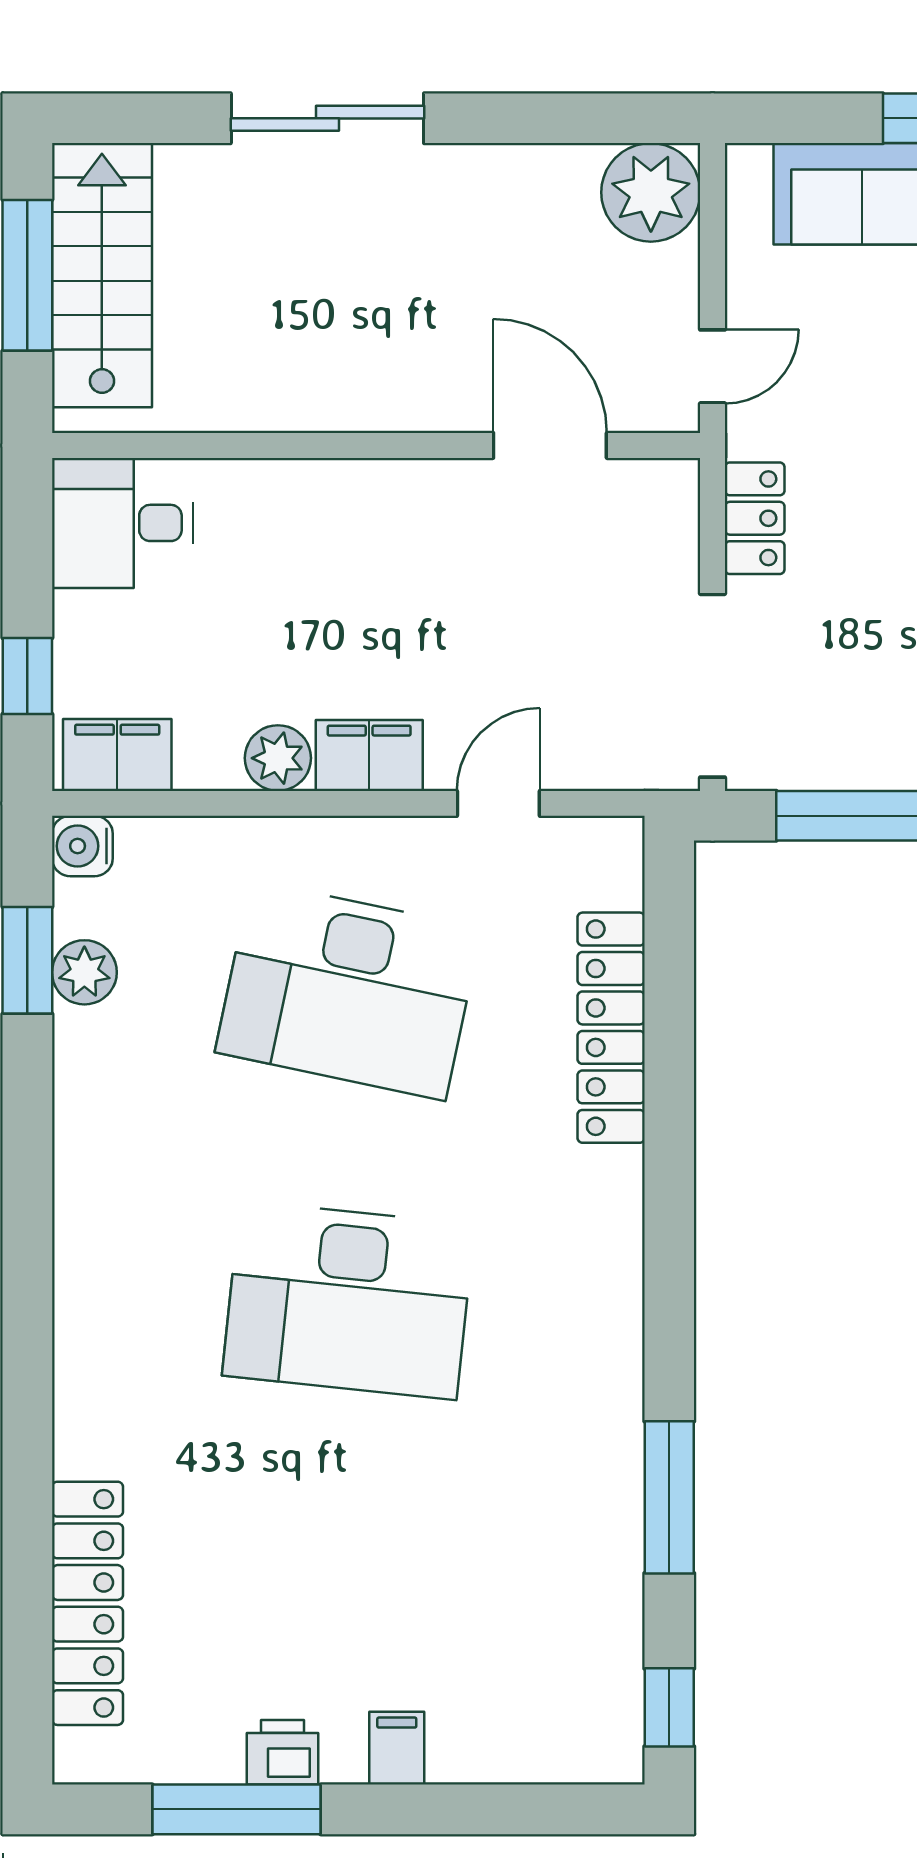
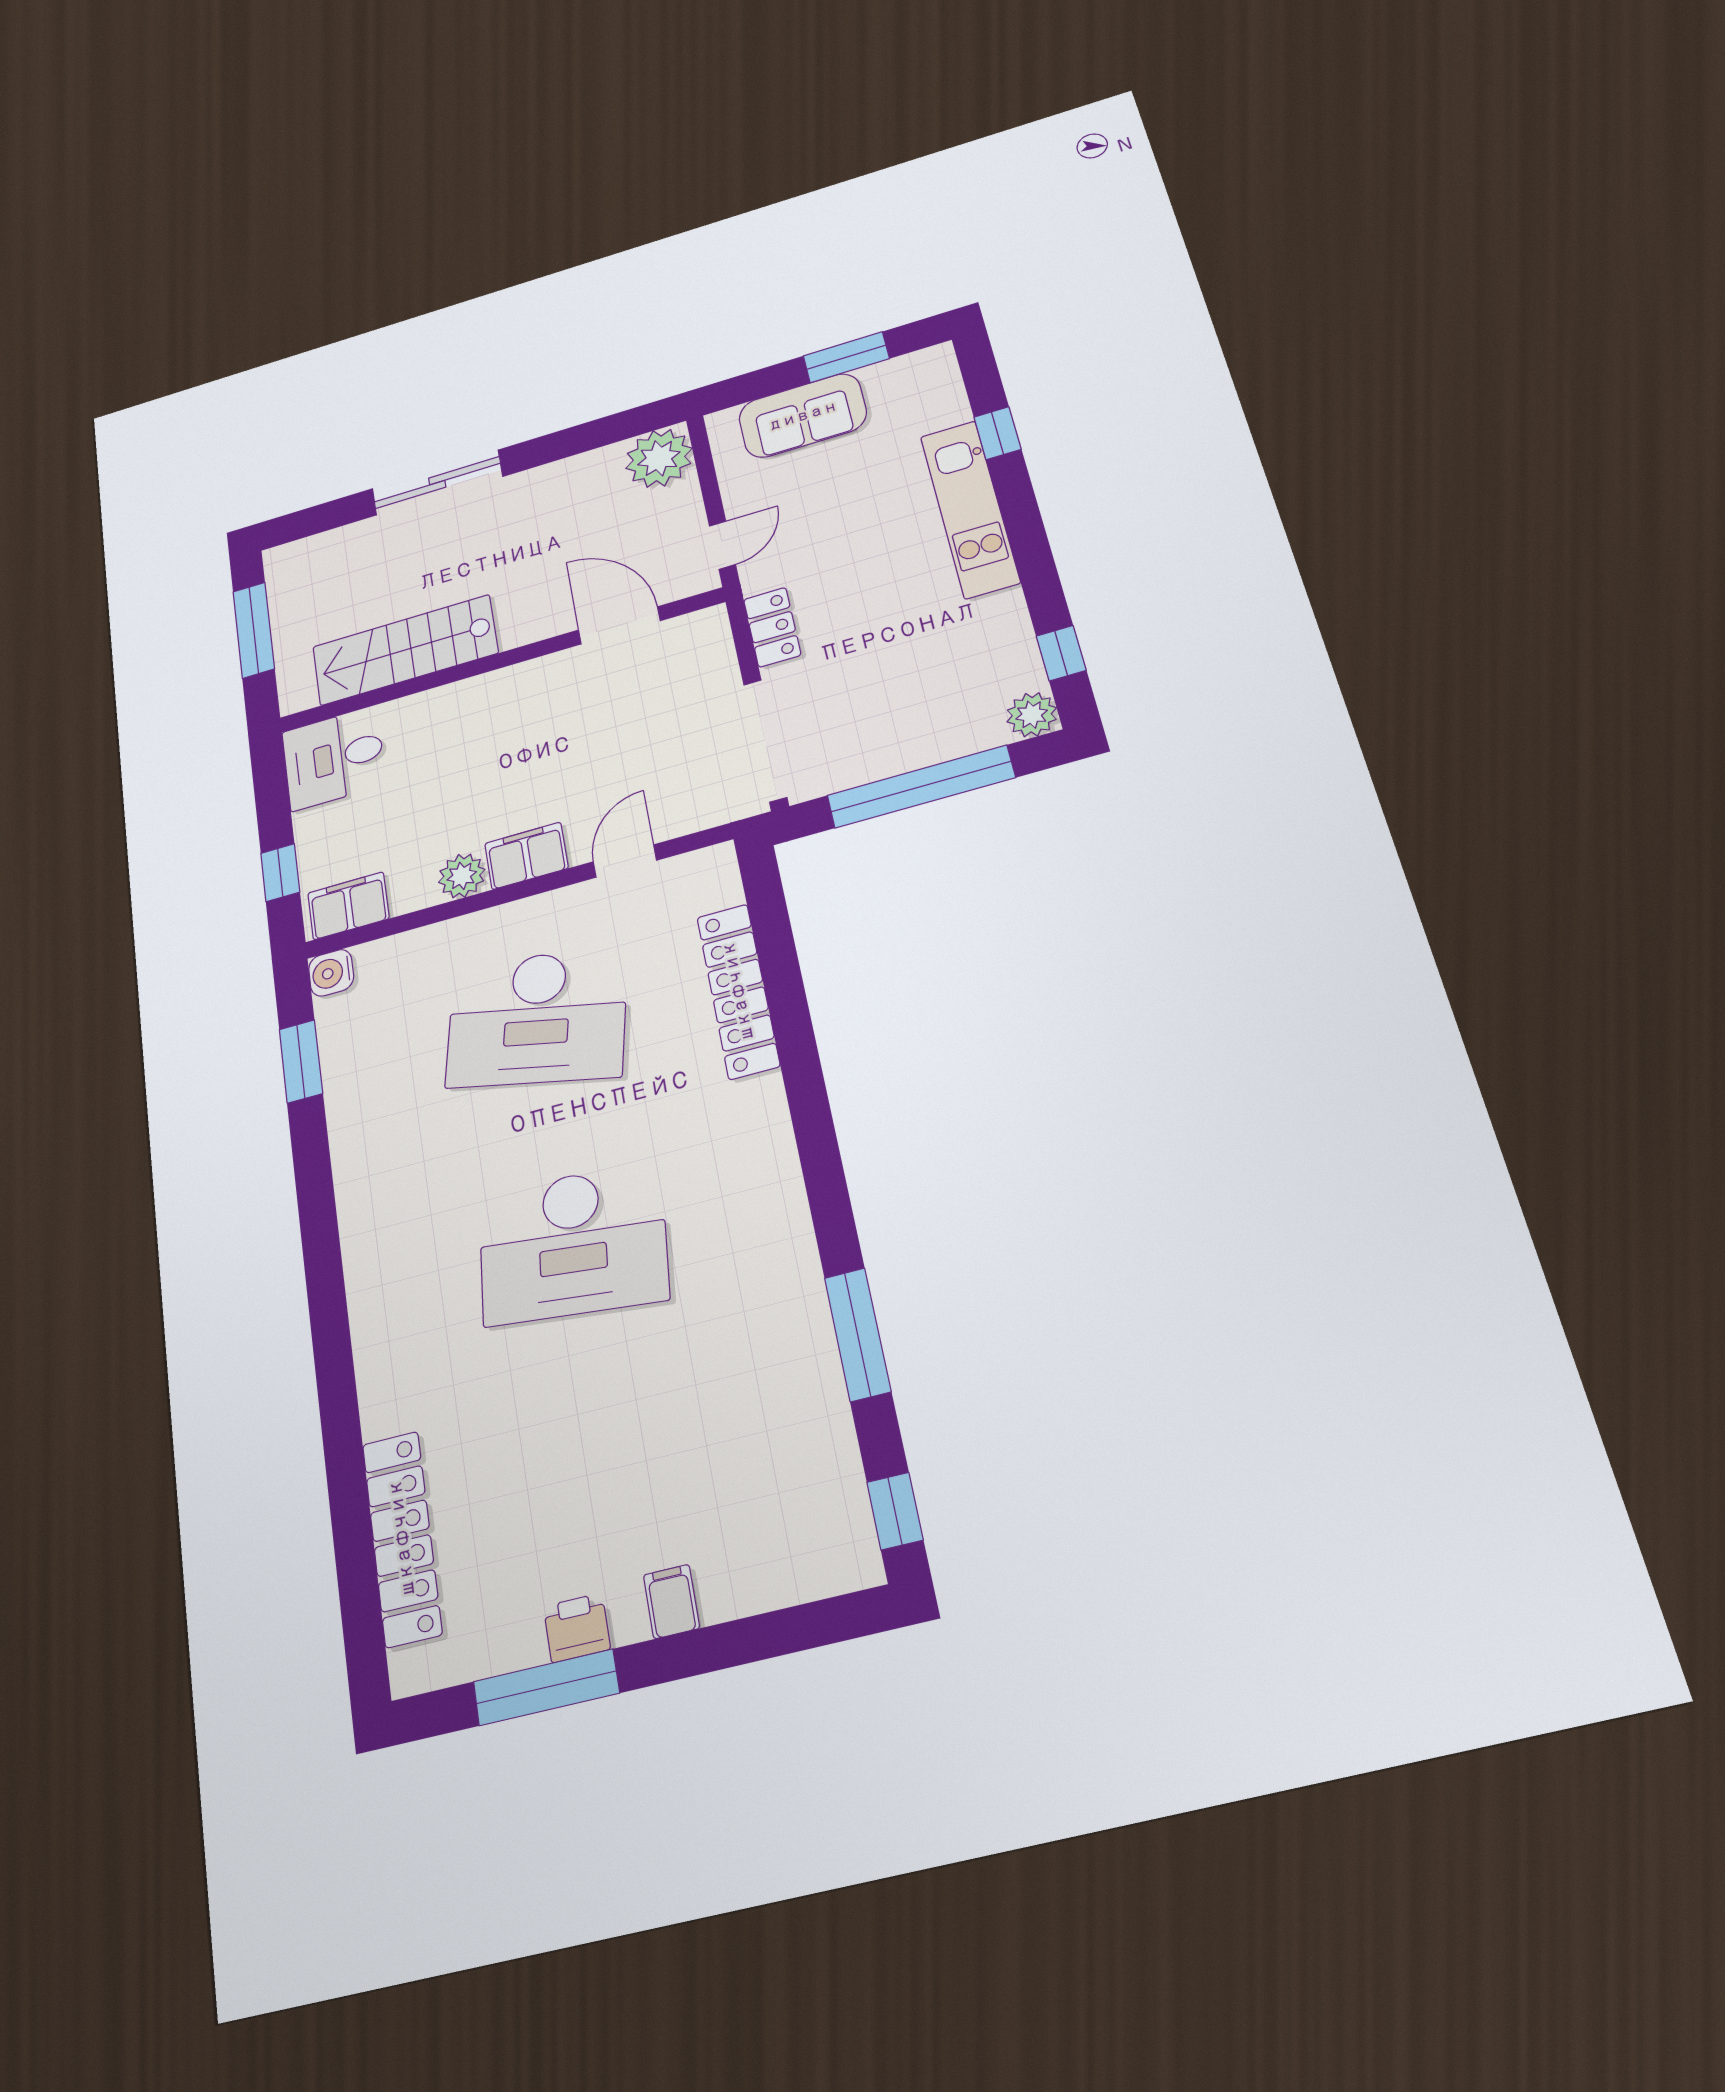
stairs: (102, 275) -> (405, 650), moved, turned -90
plant: (84, 972) -> (343, 1058), removed

